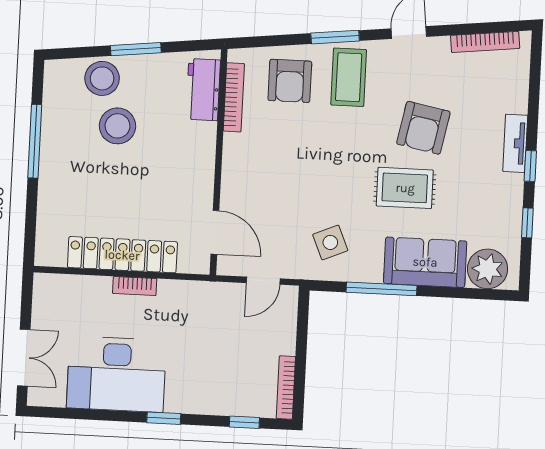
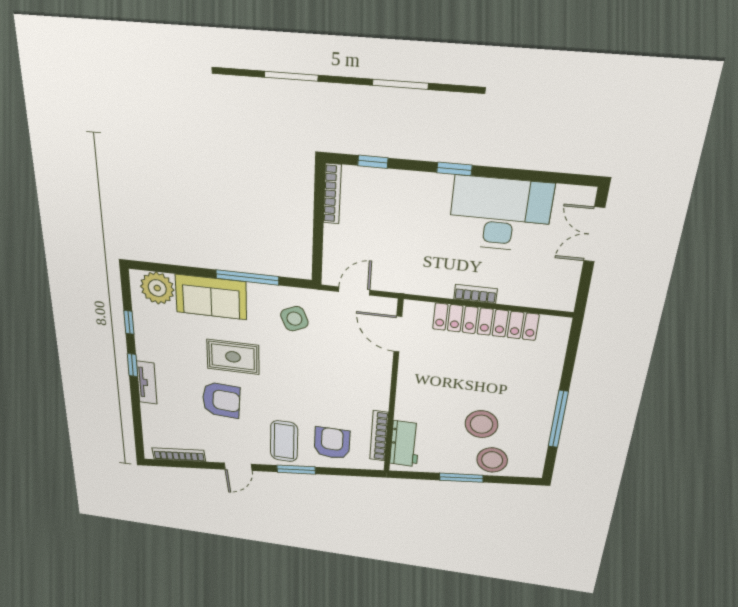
armchair: (423, 128) -> (221, 400), turned 82

